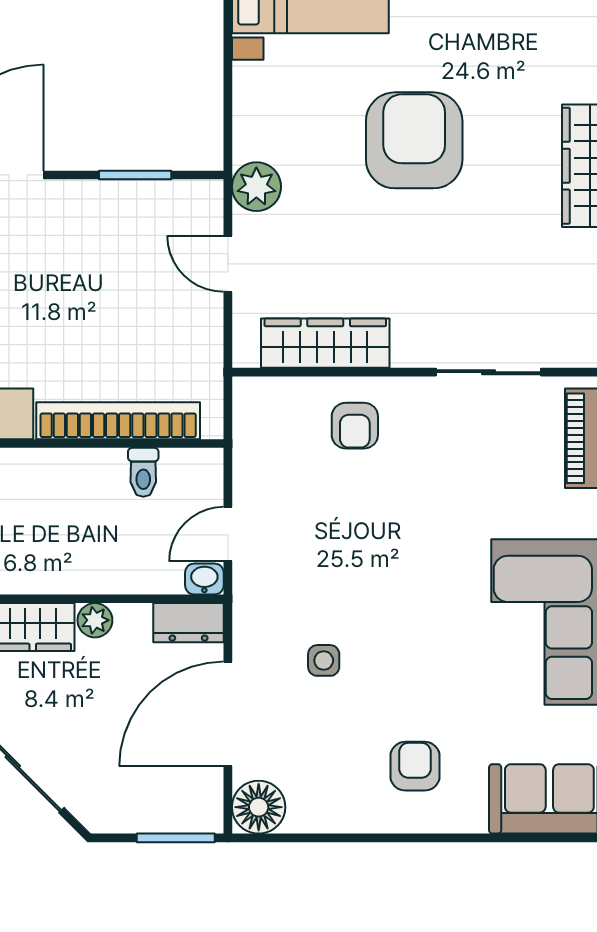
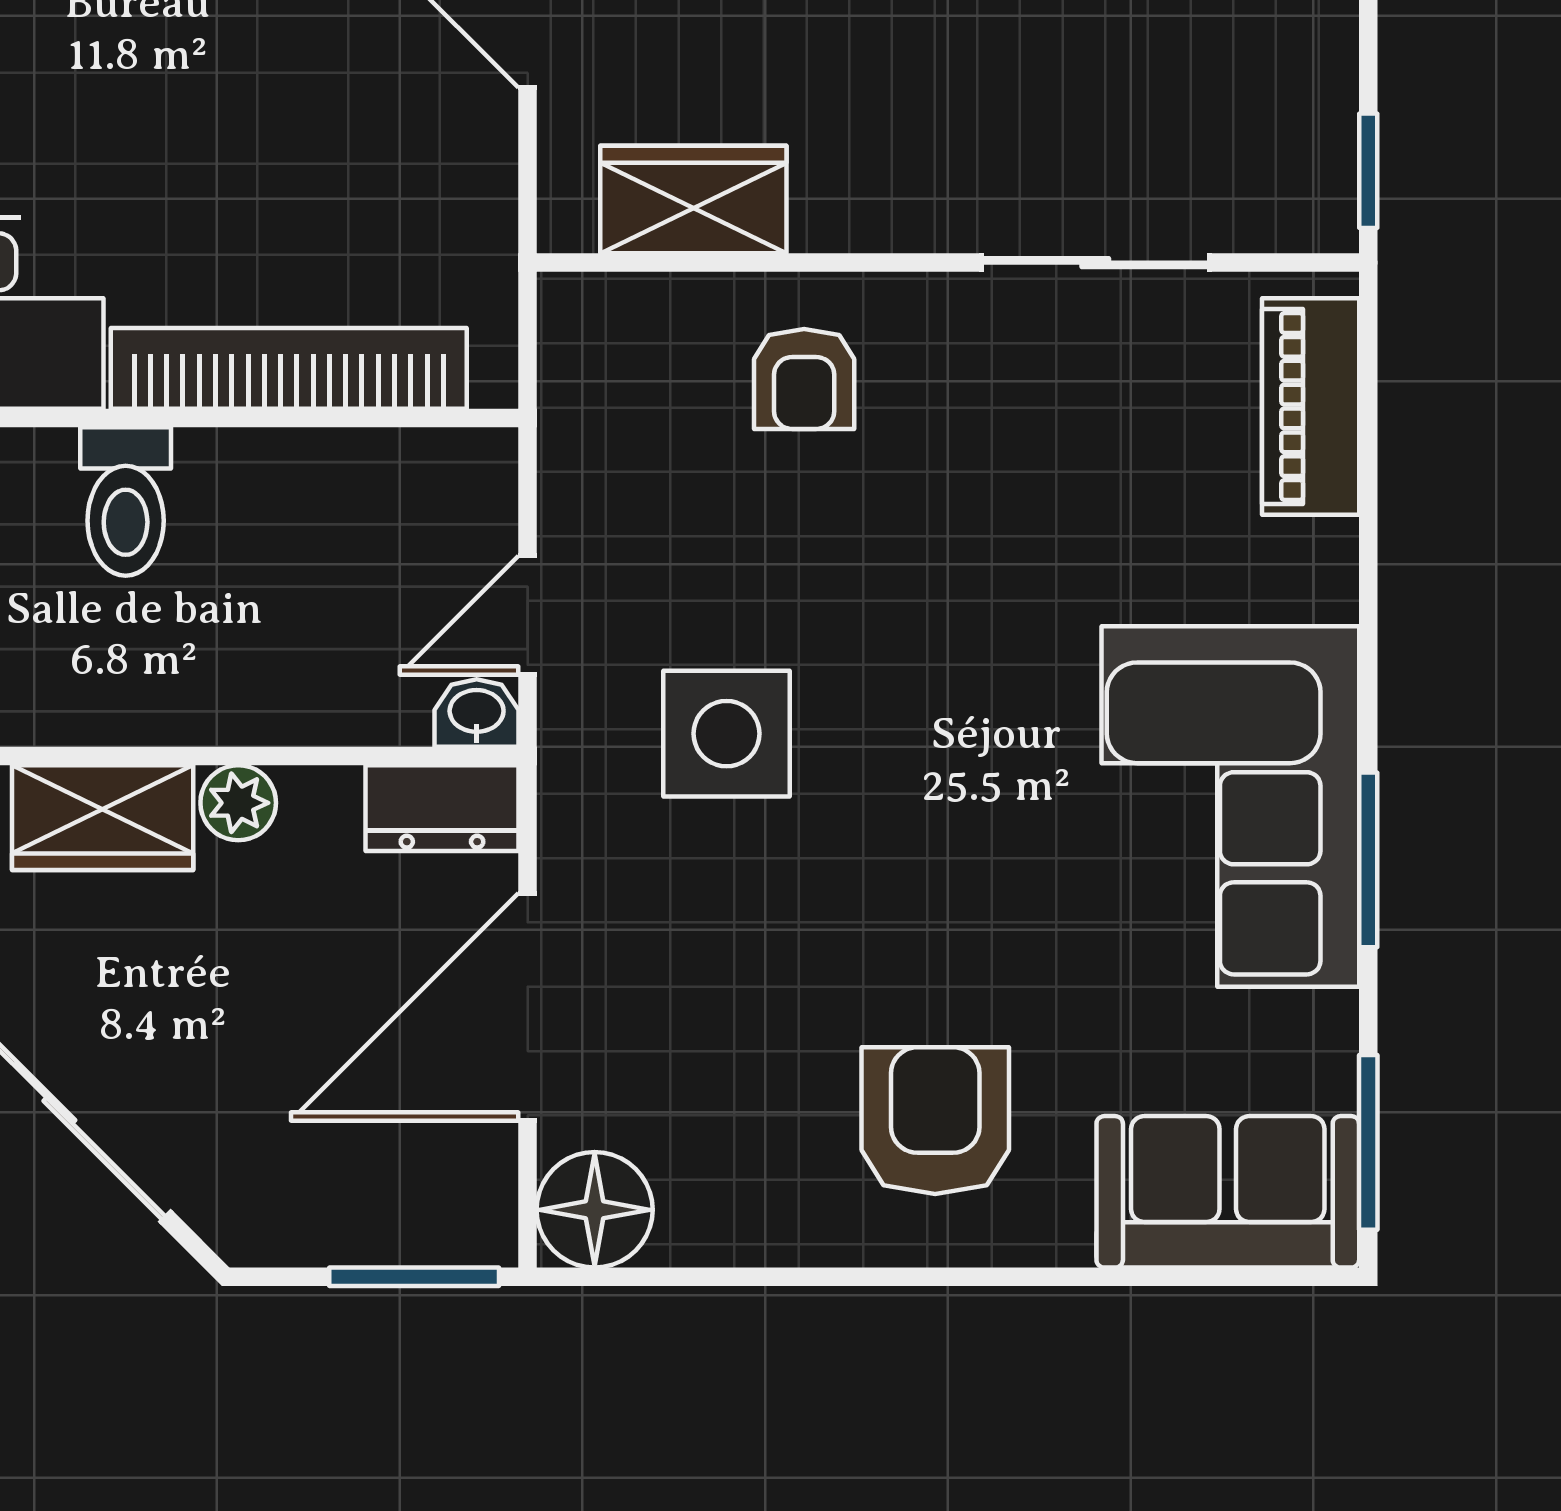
wardrobe: (325, 343) -> (693, 200), width x0.67
toilet: (143, 472) -> (126, 501), moved, width x1.37, depth x1.39
side table: (324, 660) -> (726, 734), moved, width x1.87, depth x1.87
armchair: (415, 766) -> (935, 1121), width x1.38, depth x1.38

